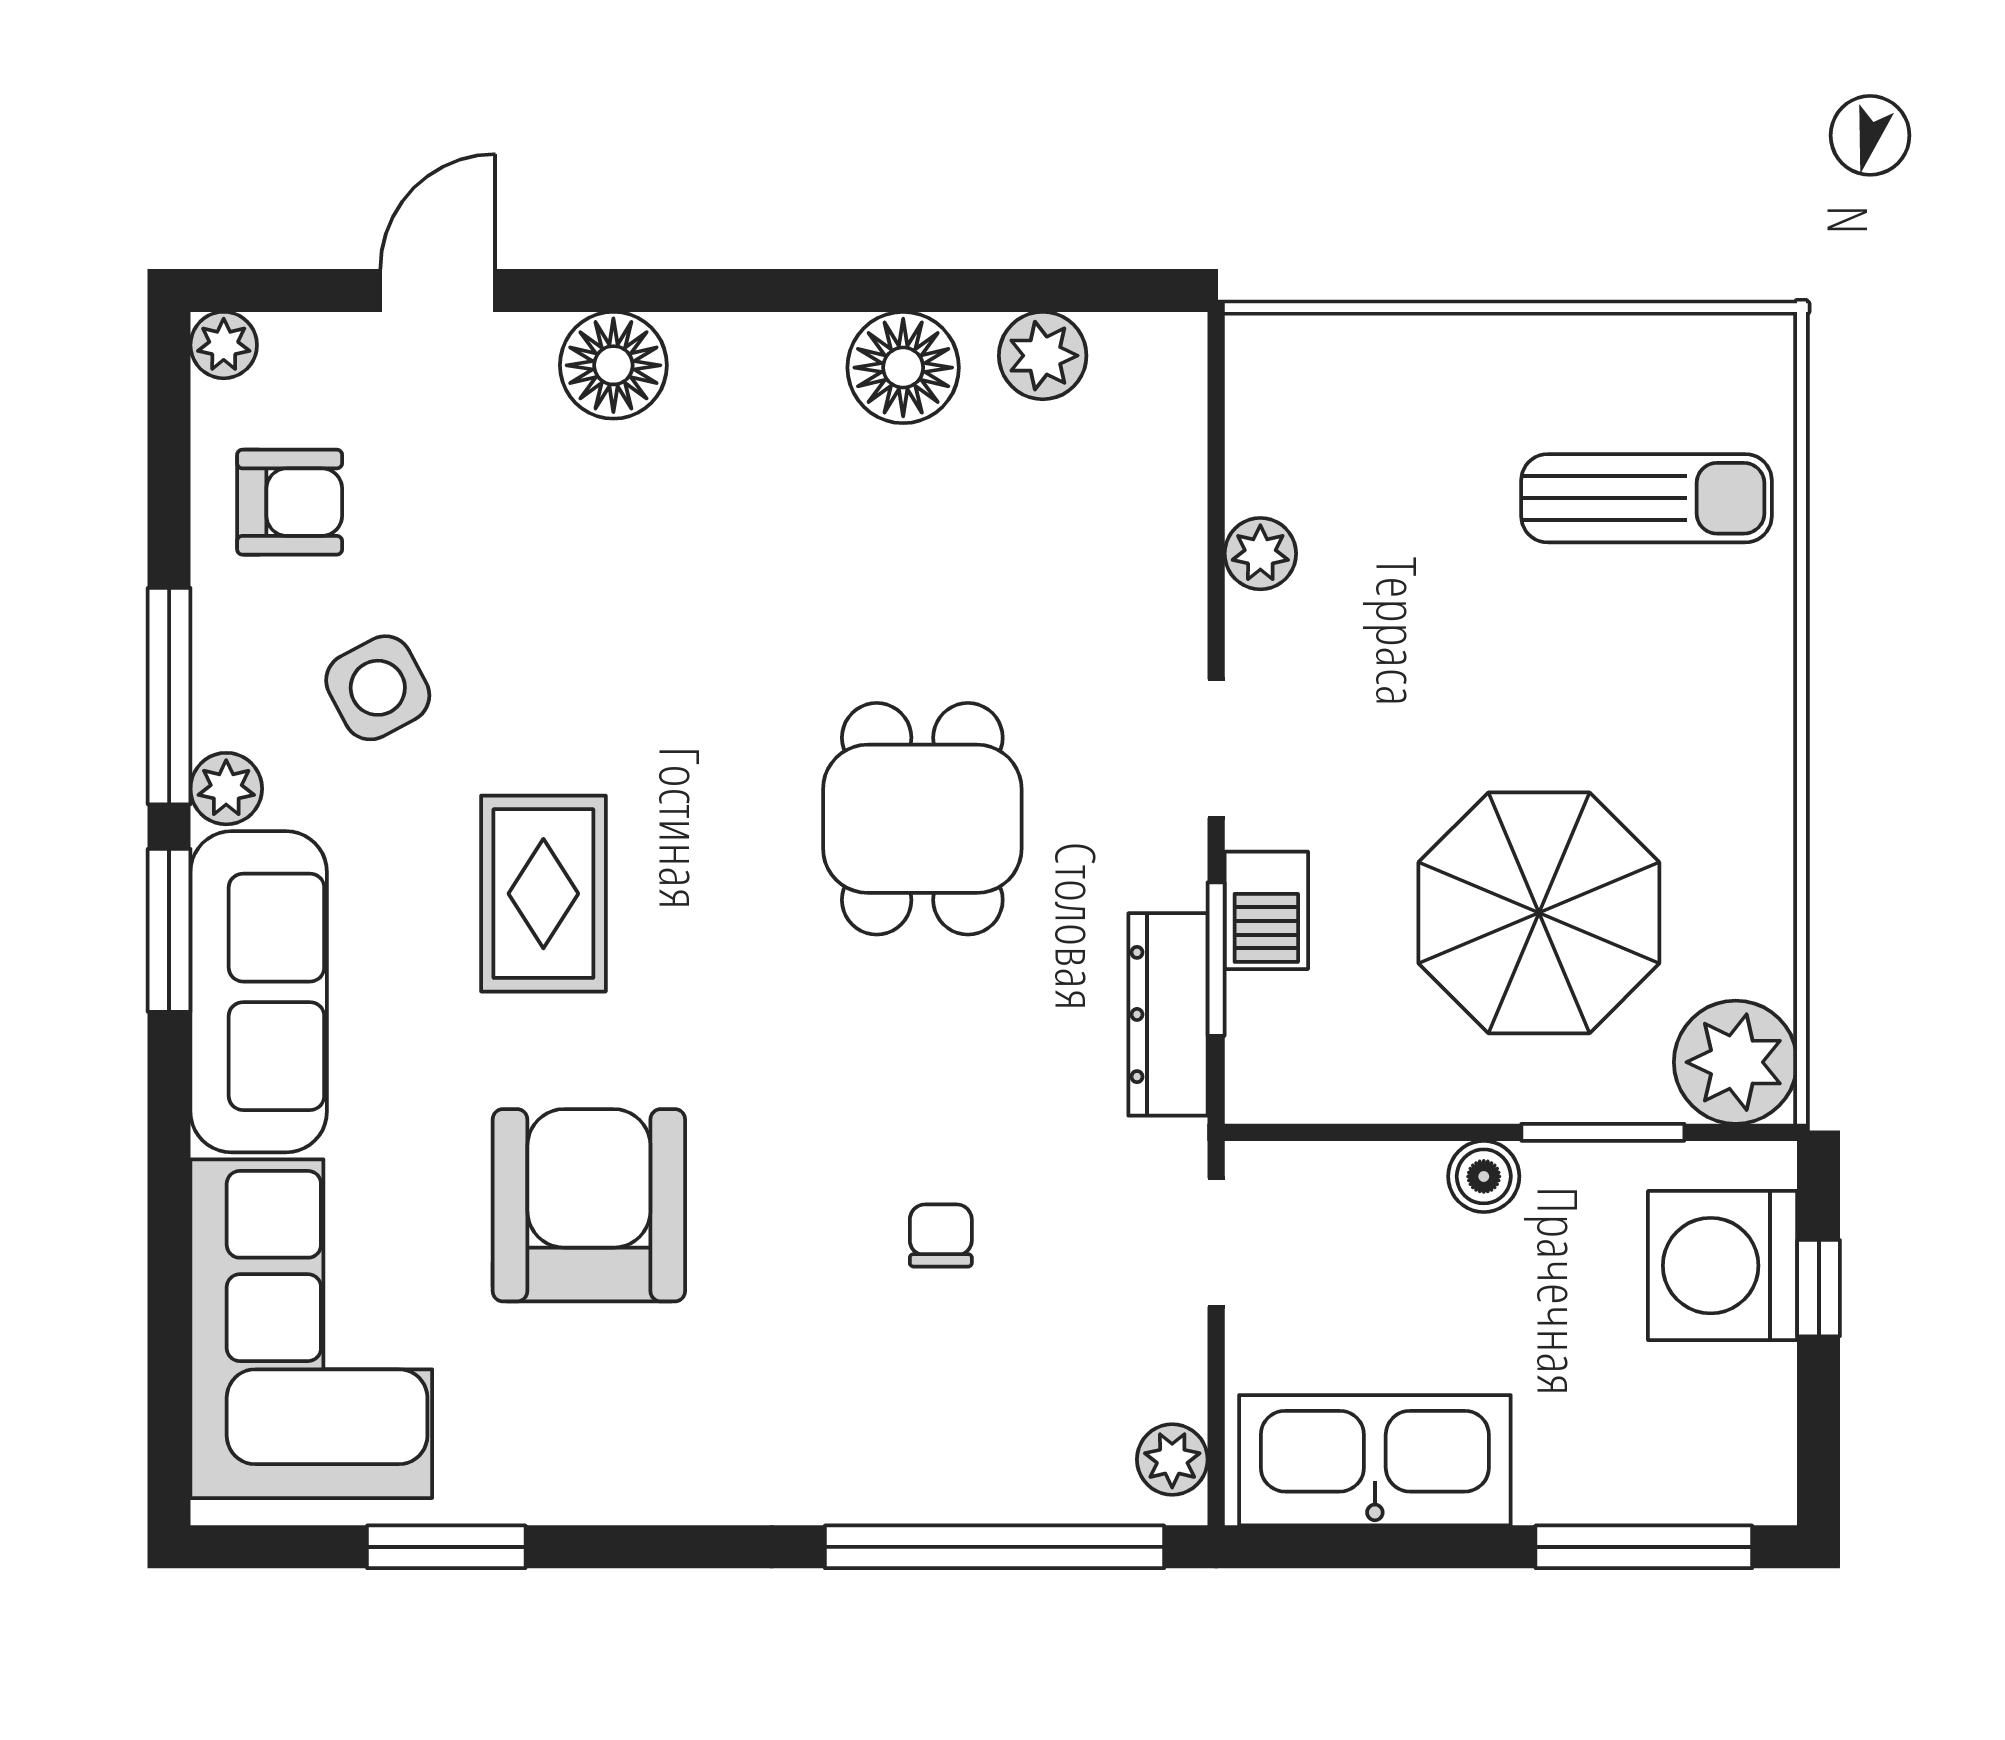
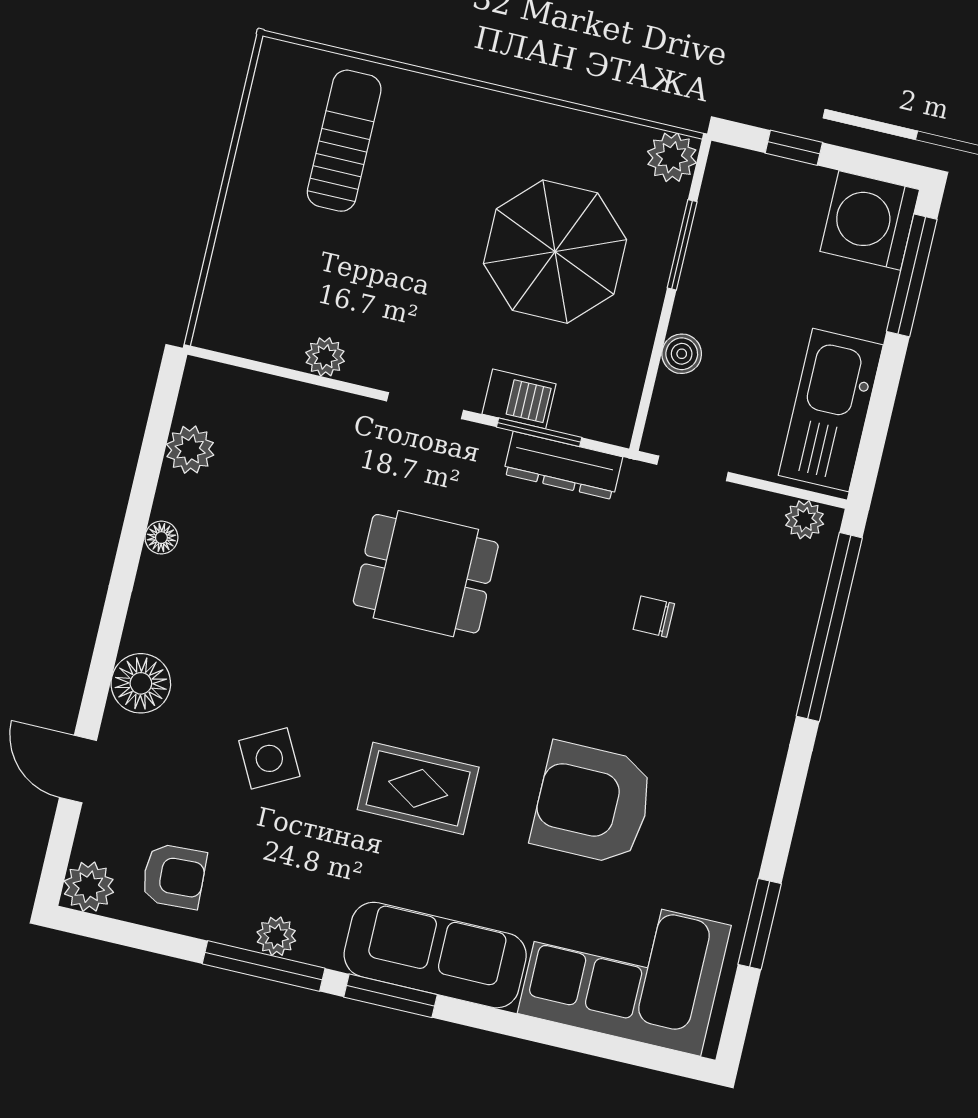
plant: (224, 345) -> (89, 887), width x1.38, depth x1.38
floor lamp: (903, 368) -> (161, 538), width x0.53, depth x0.53
armchair: (290, 502) -> (174, 876), turned 87
side table: (378, 688) -> (269, 758), moved
plant: (226, 789) -> (276, 936), moved
plant: (1736, 1062) -> (672, 157), width x0.73, depth x0.73
boiler: (1484, 1176) -> (682, 354), moved
washing machine: (1723, 1266) -> (870, 220), moved, turned 90

